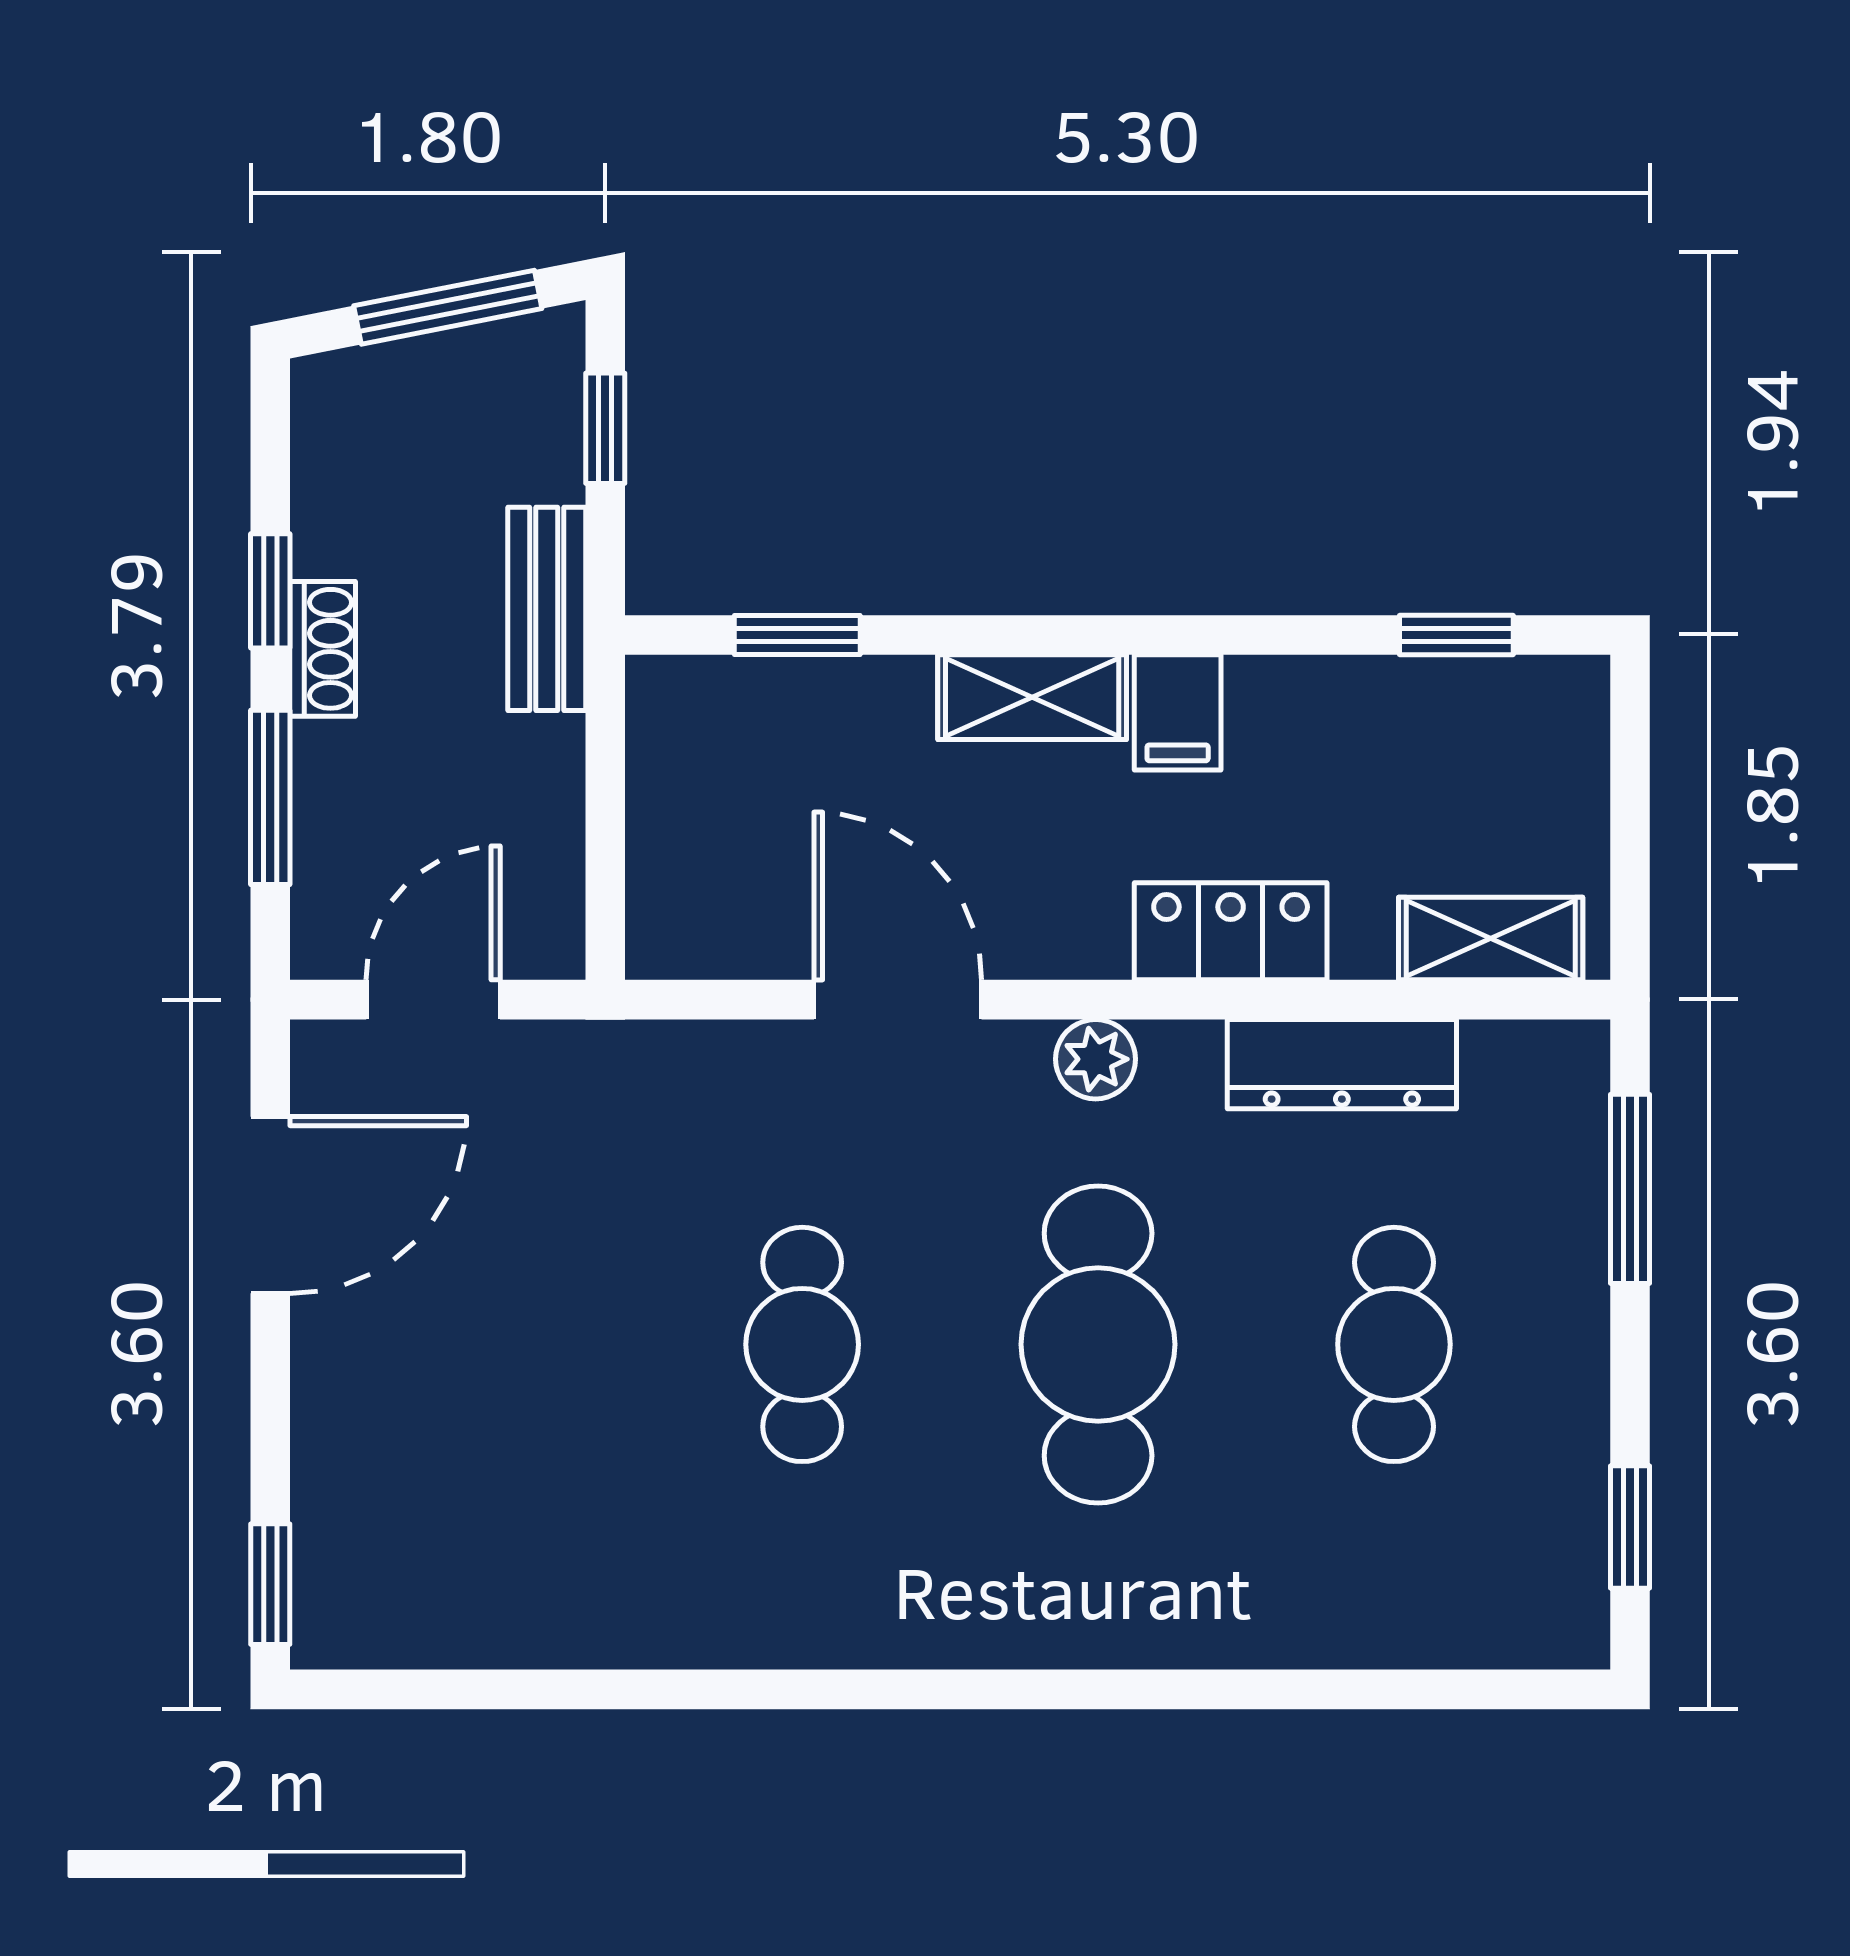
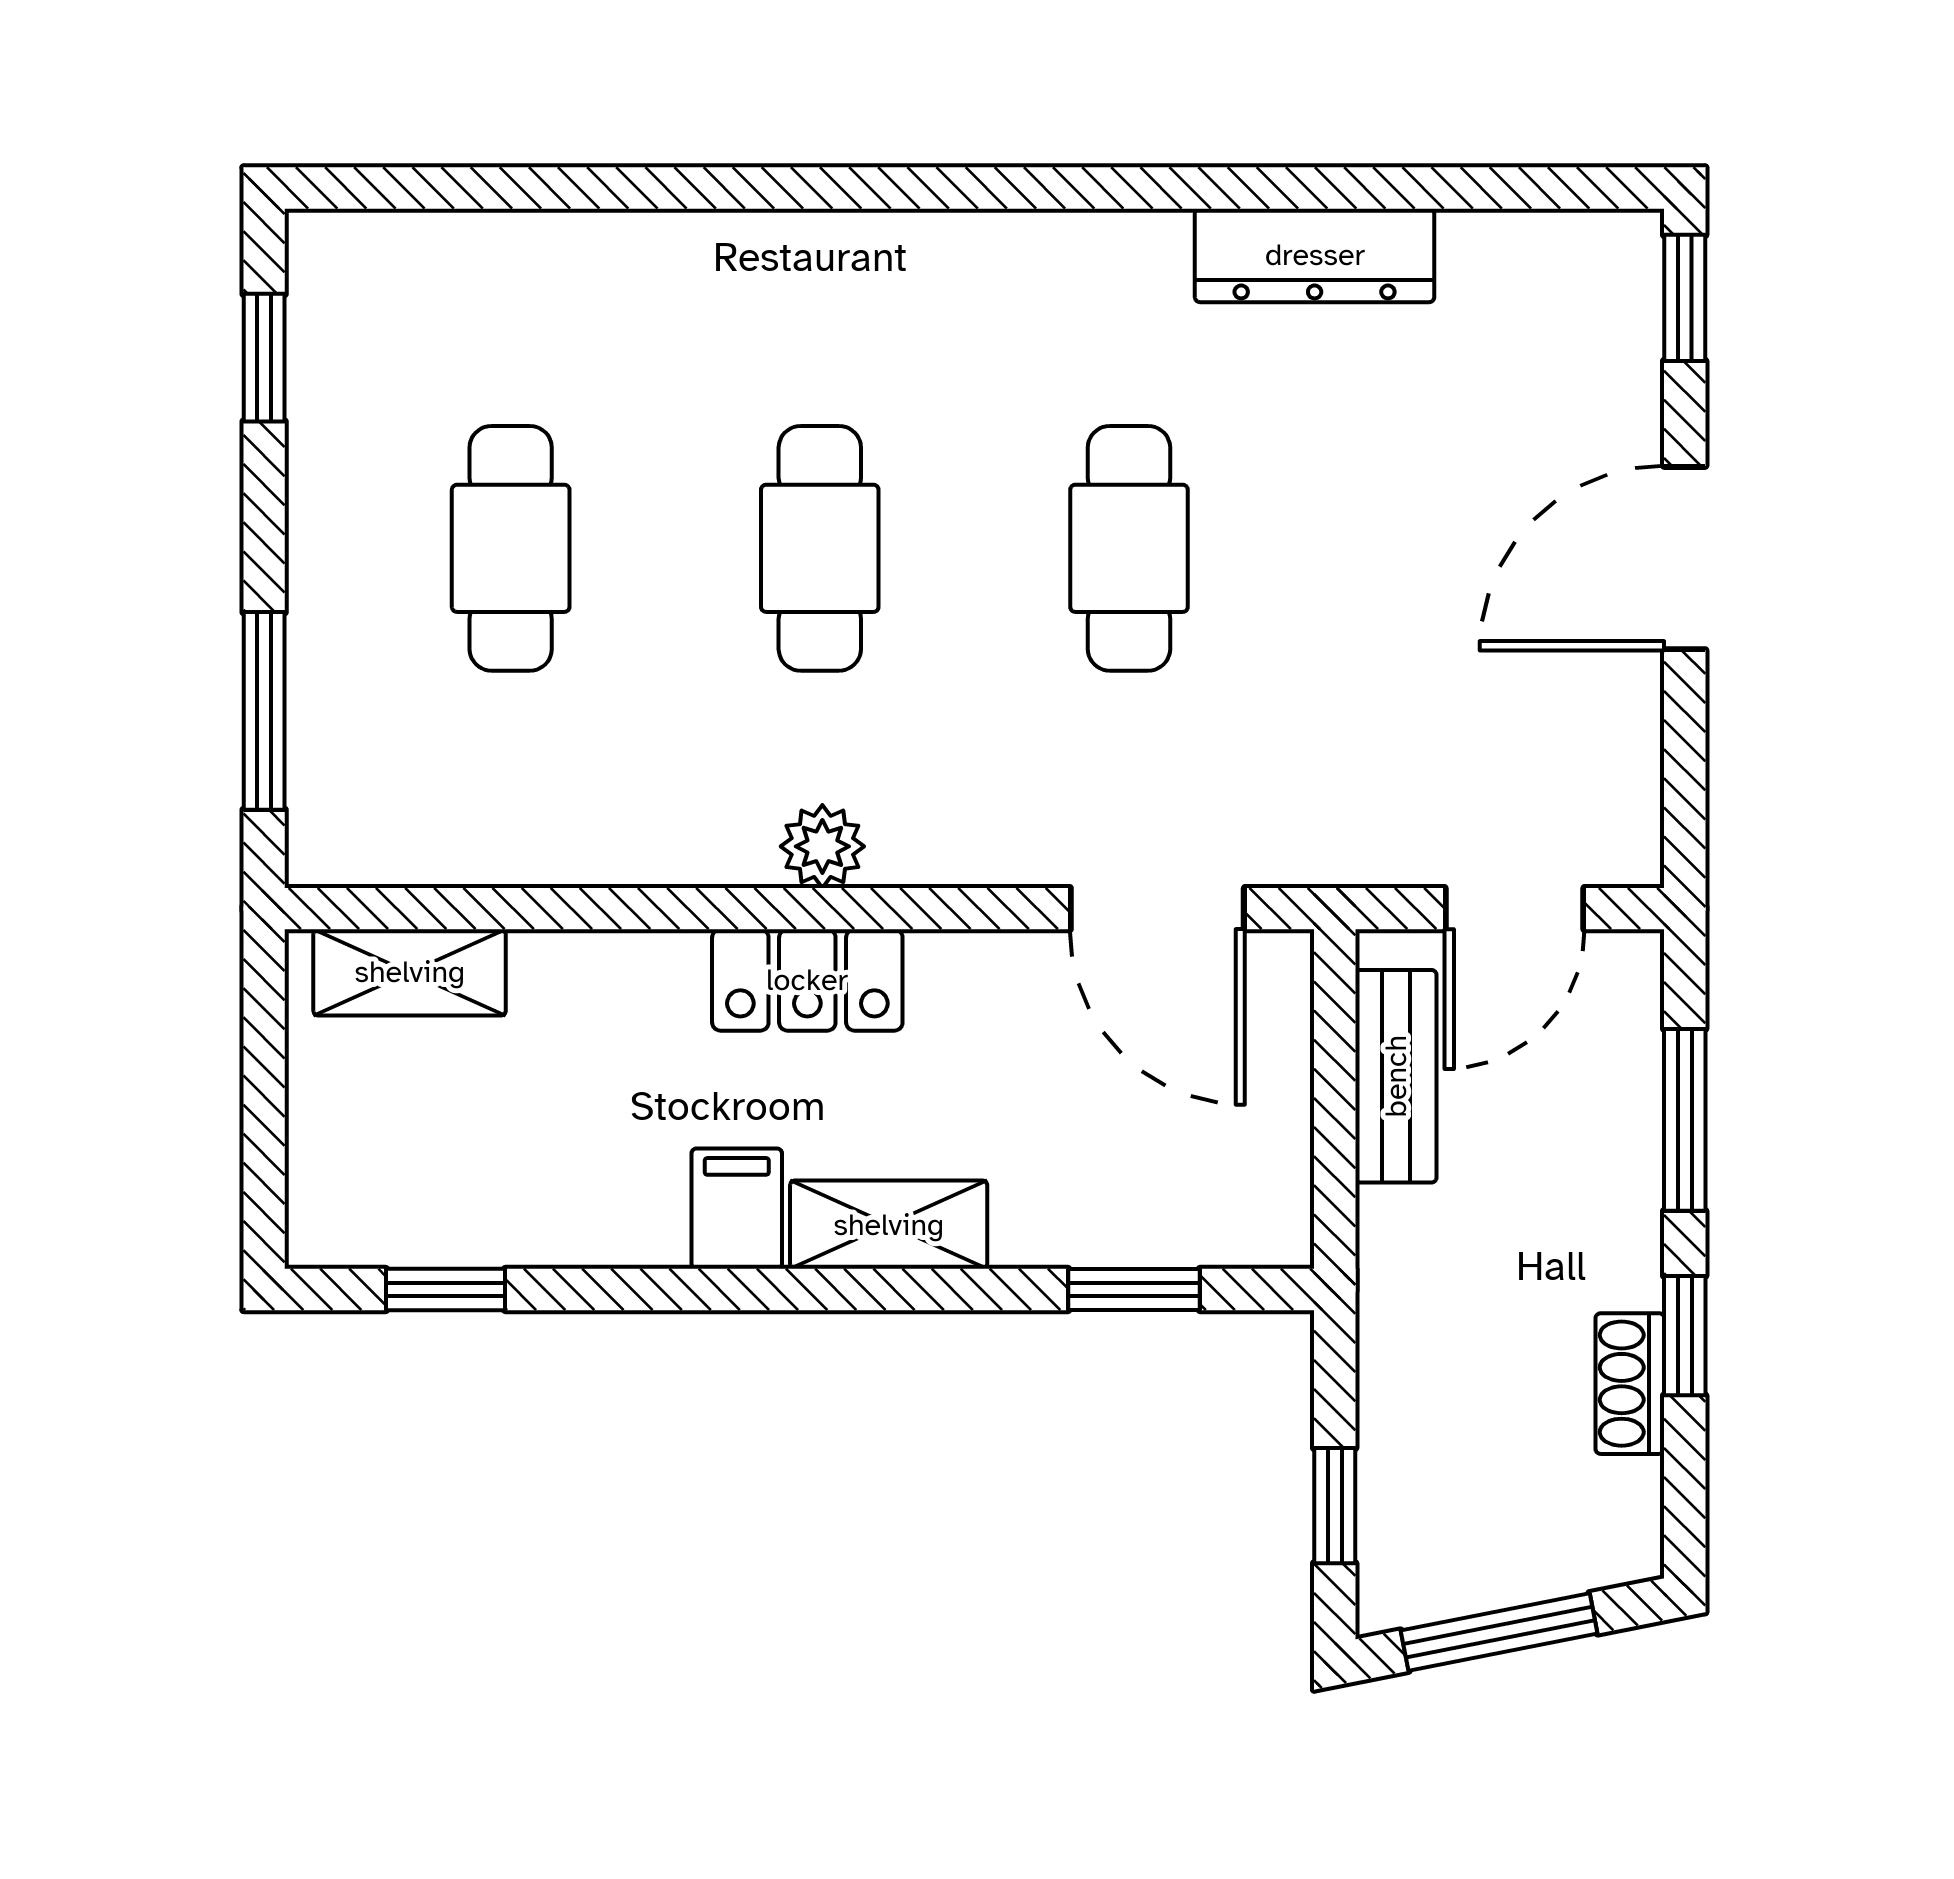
bench: (547, 609) -> (1396, 1076), moved
shoe rack: (323, 649) -> (1630, 1384), moved
locker: (1231, 931) -> (807, 980), moved
door: (898, 1000) -> (1157, 909), moved
dresser: (1342, 1064) -> (1315, 255), moved, turned 180
door: (270, 1205) -> (1685, 558), moved
cafe table: (1098, 1344) -> (820, 548), width x0.73, depth x0.74

